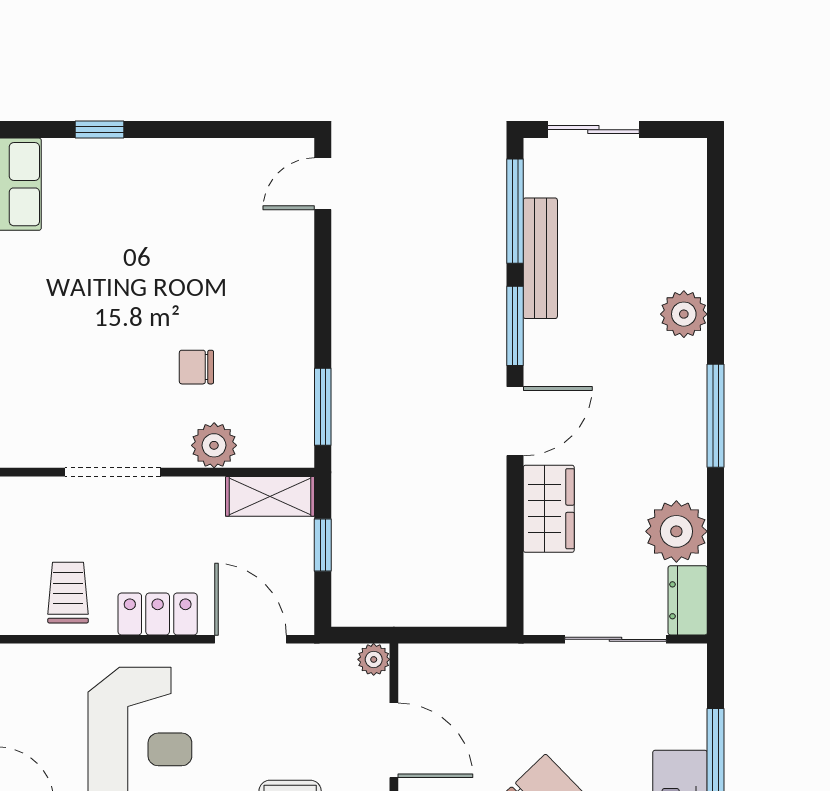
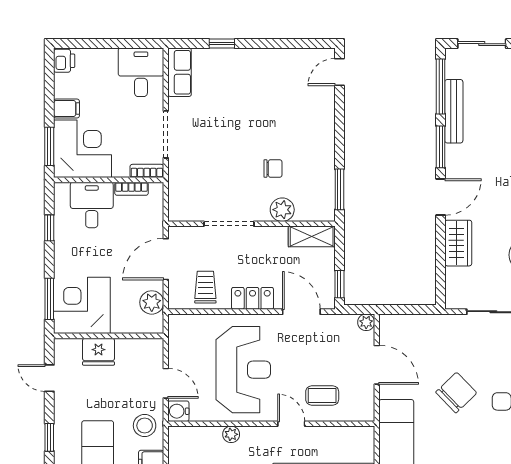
chair: (196, 367) -> (273, 168), turned 180
window: (323, 545) -> (339, 284), moved

